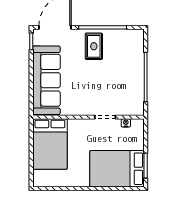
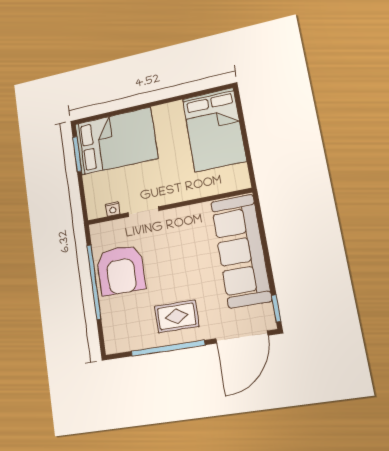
rug: (94, 46) -> (177, 316), turned 90
armchair: (126, 82) -> (121, 270), added
bed: (50, 144) -> (214, 130), moved, turned 180

